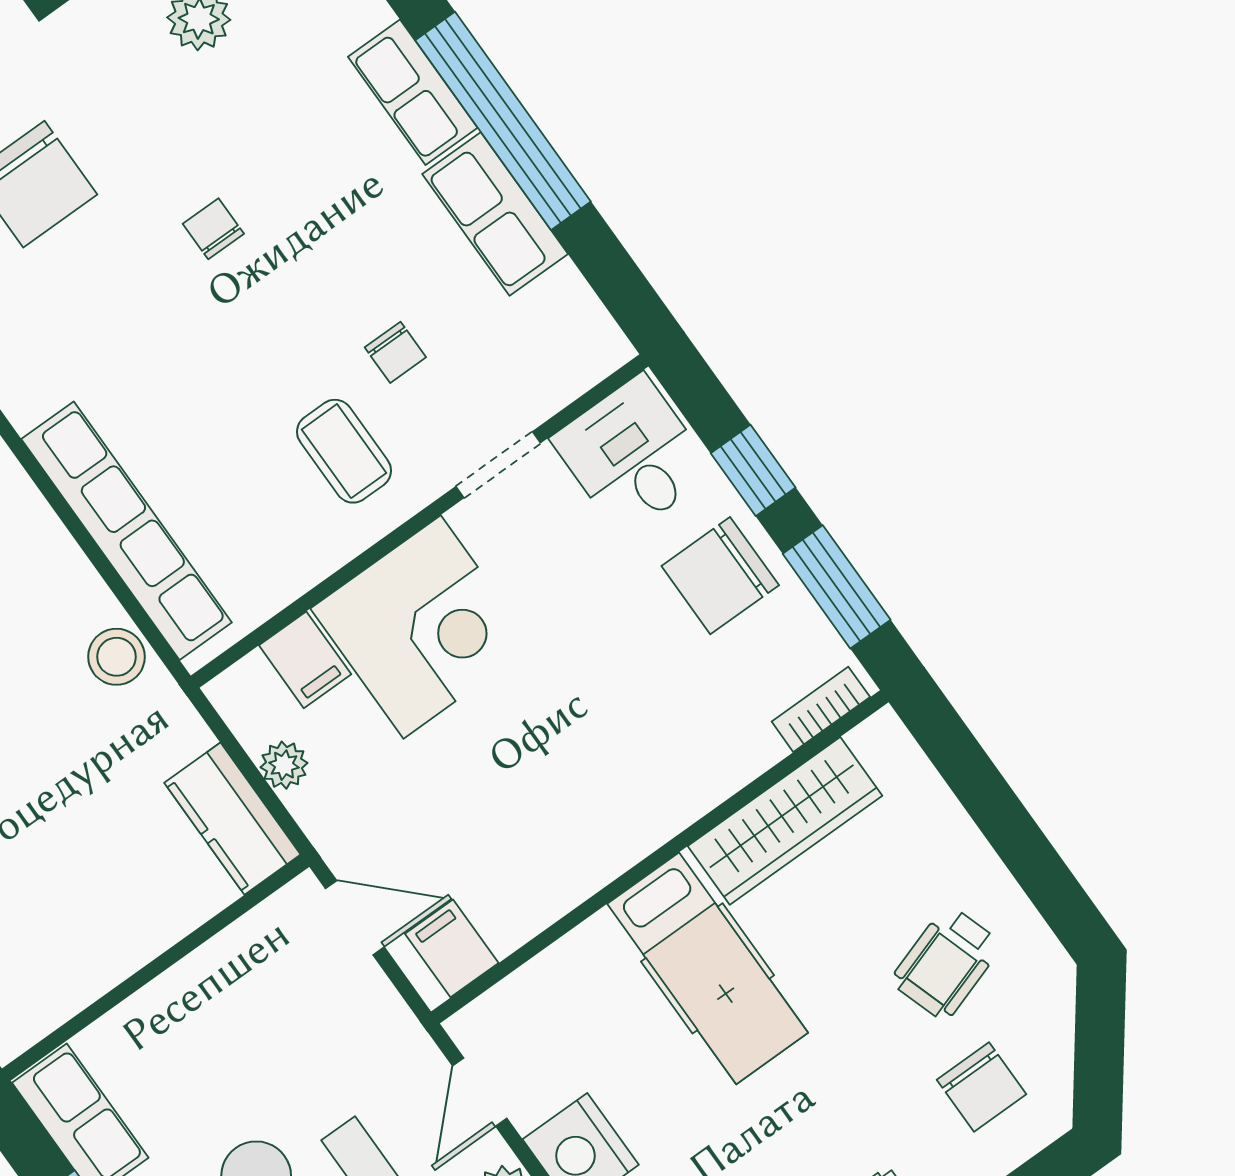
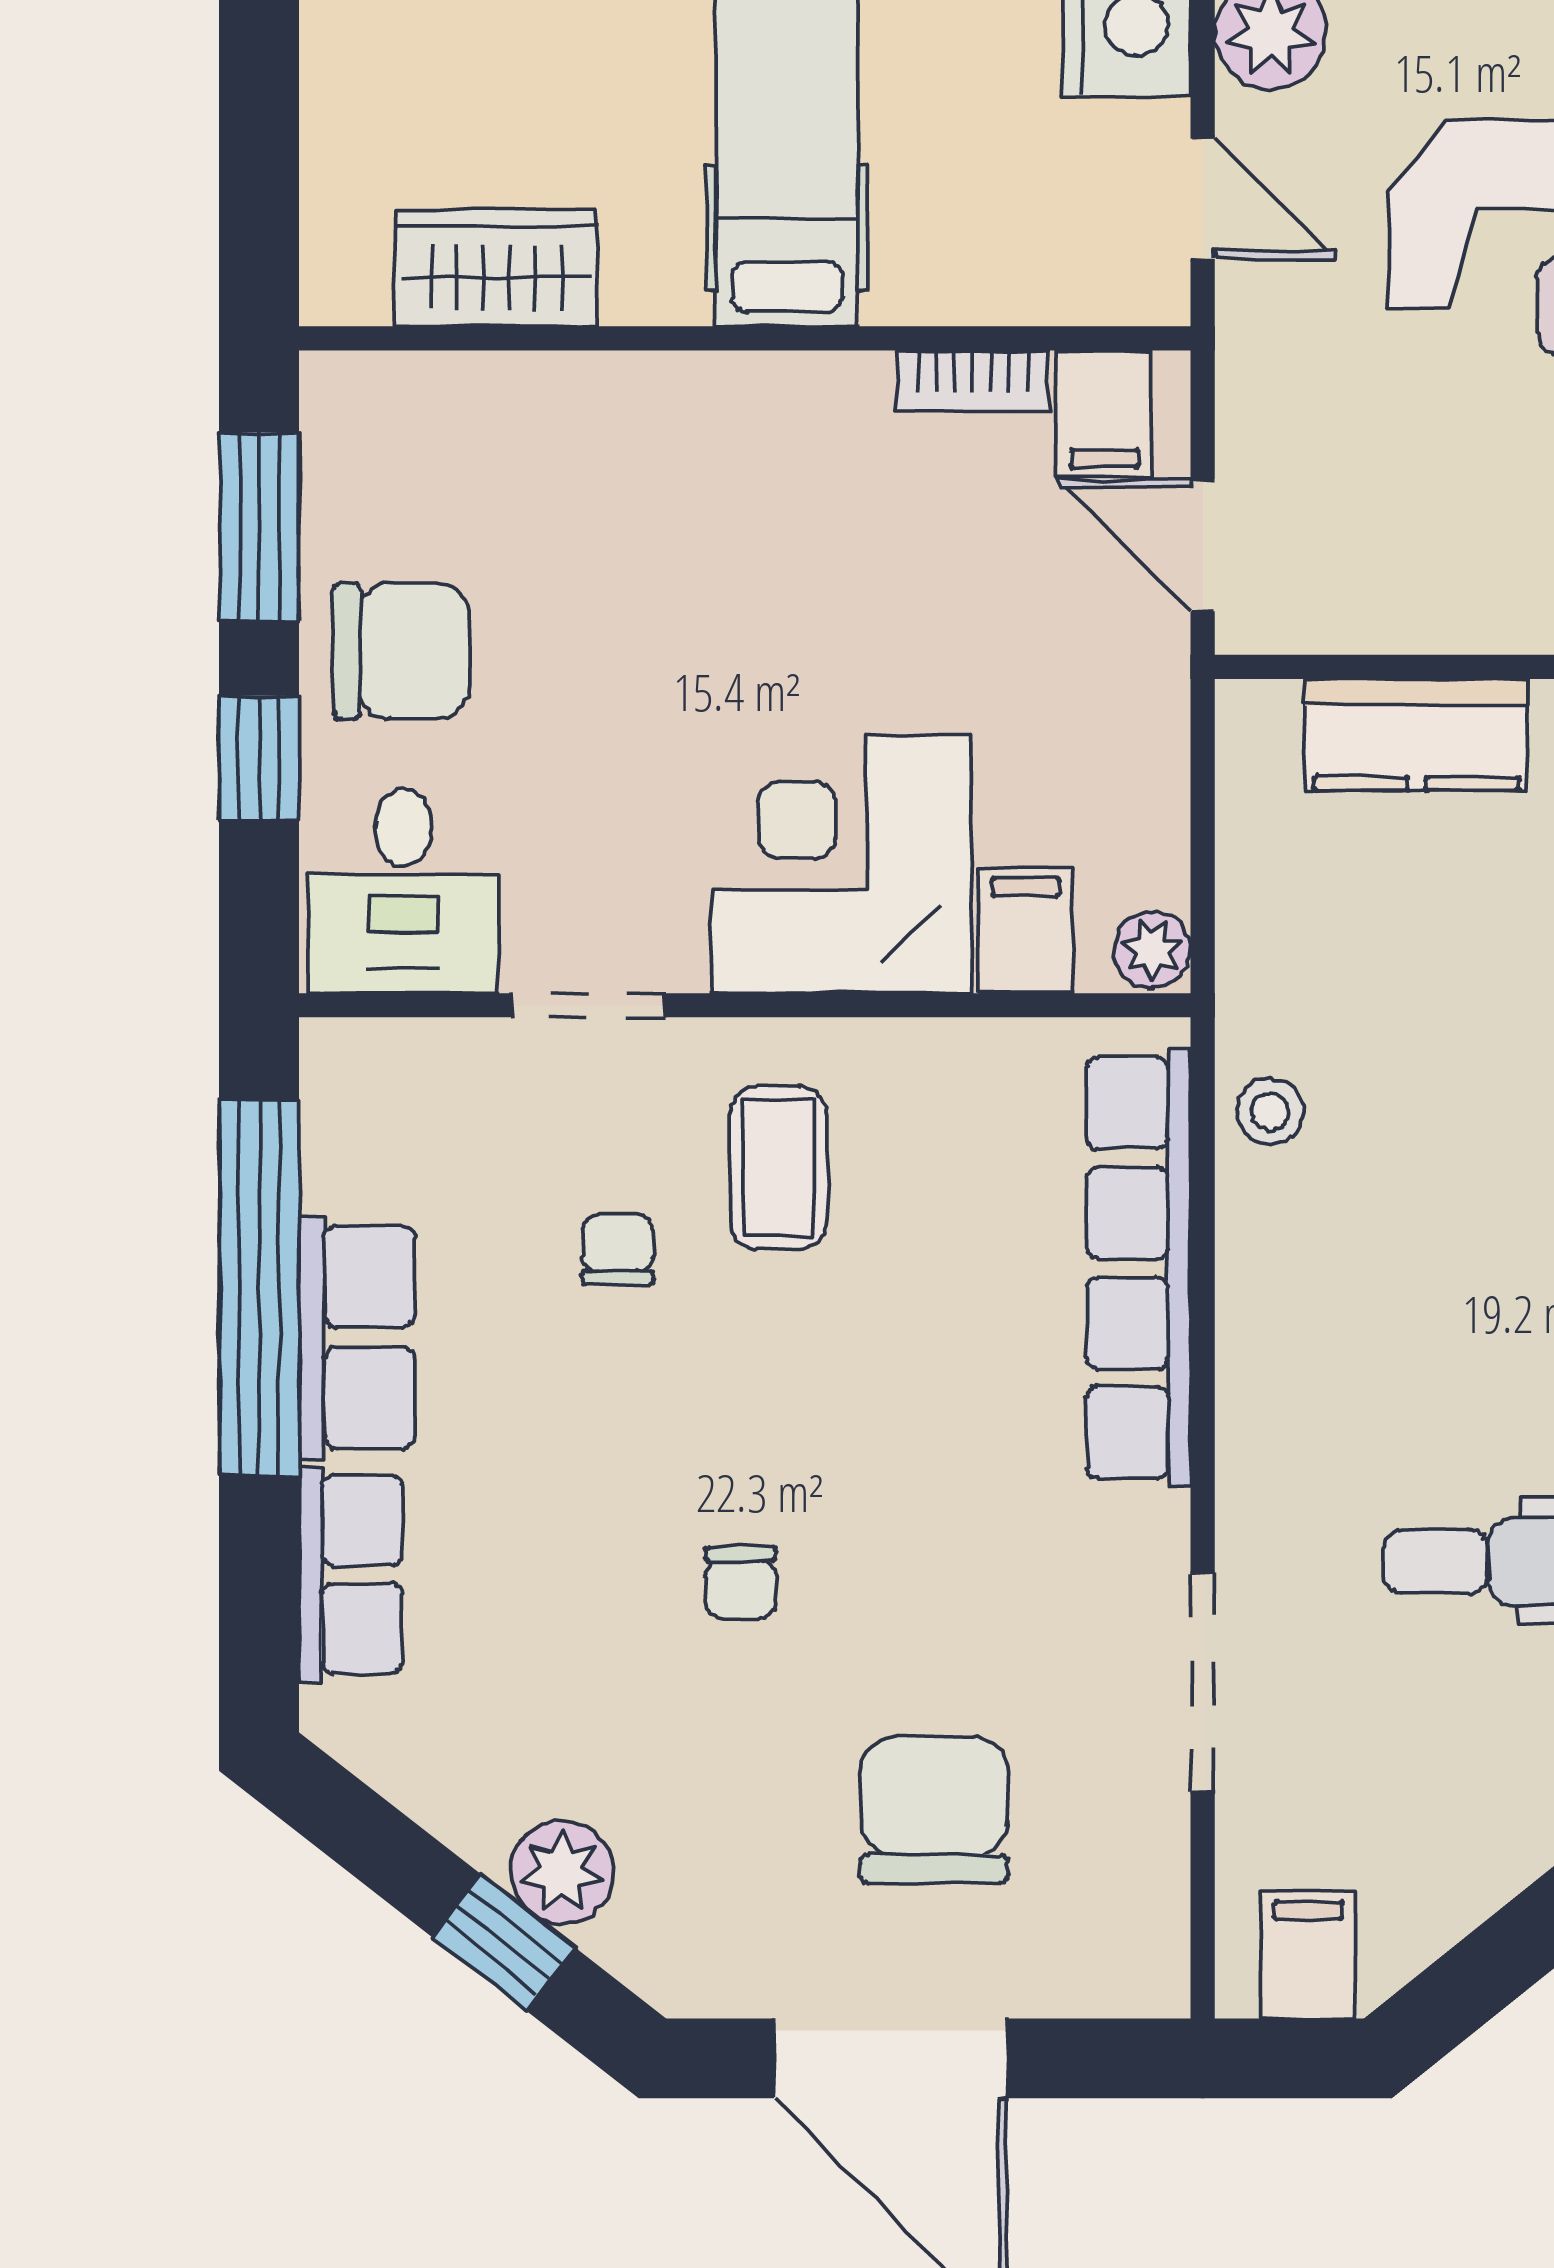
window: (503, 121) -> (259, 1288), moved
stool: (116, 657) -> (1270, 1112), width x0.73, depth x0.73
bookcase: (821, 709) -> (973, 381), moved
plant: (284, 765) -> (1152, 950), moved
kitchen counter: (232, 819) -> (1417, 735), moved, turned 90
wardrobe: (785, 821) -> (496, 268), width x0.67
door: (480, 1092) -> (1203, 199), hinge flipped

